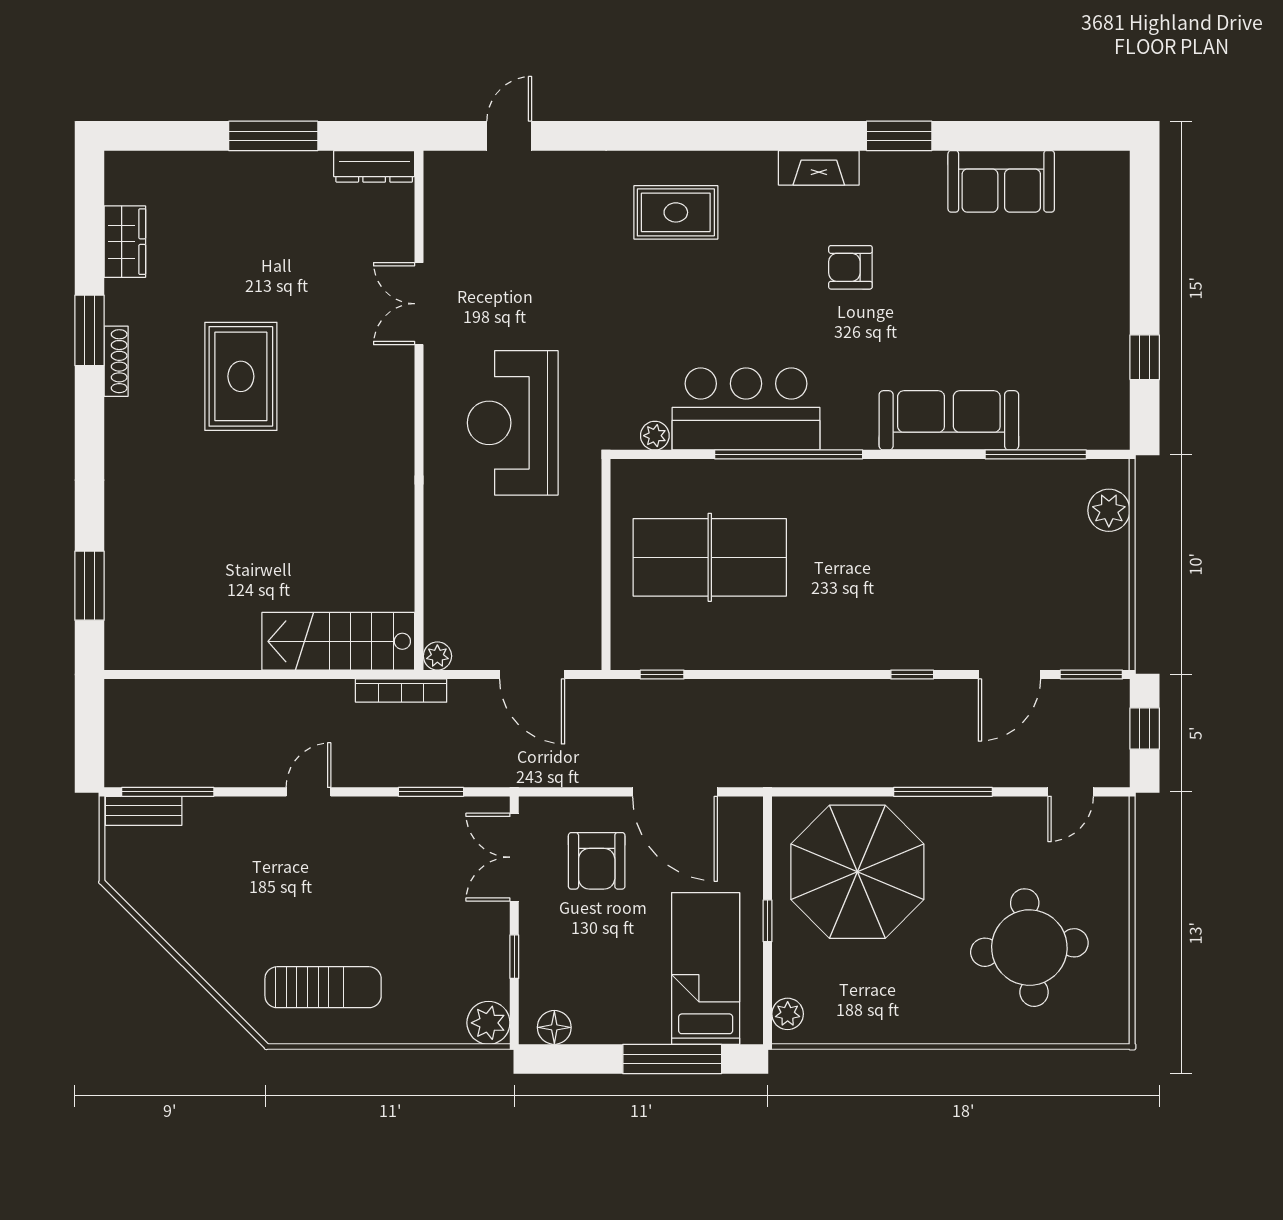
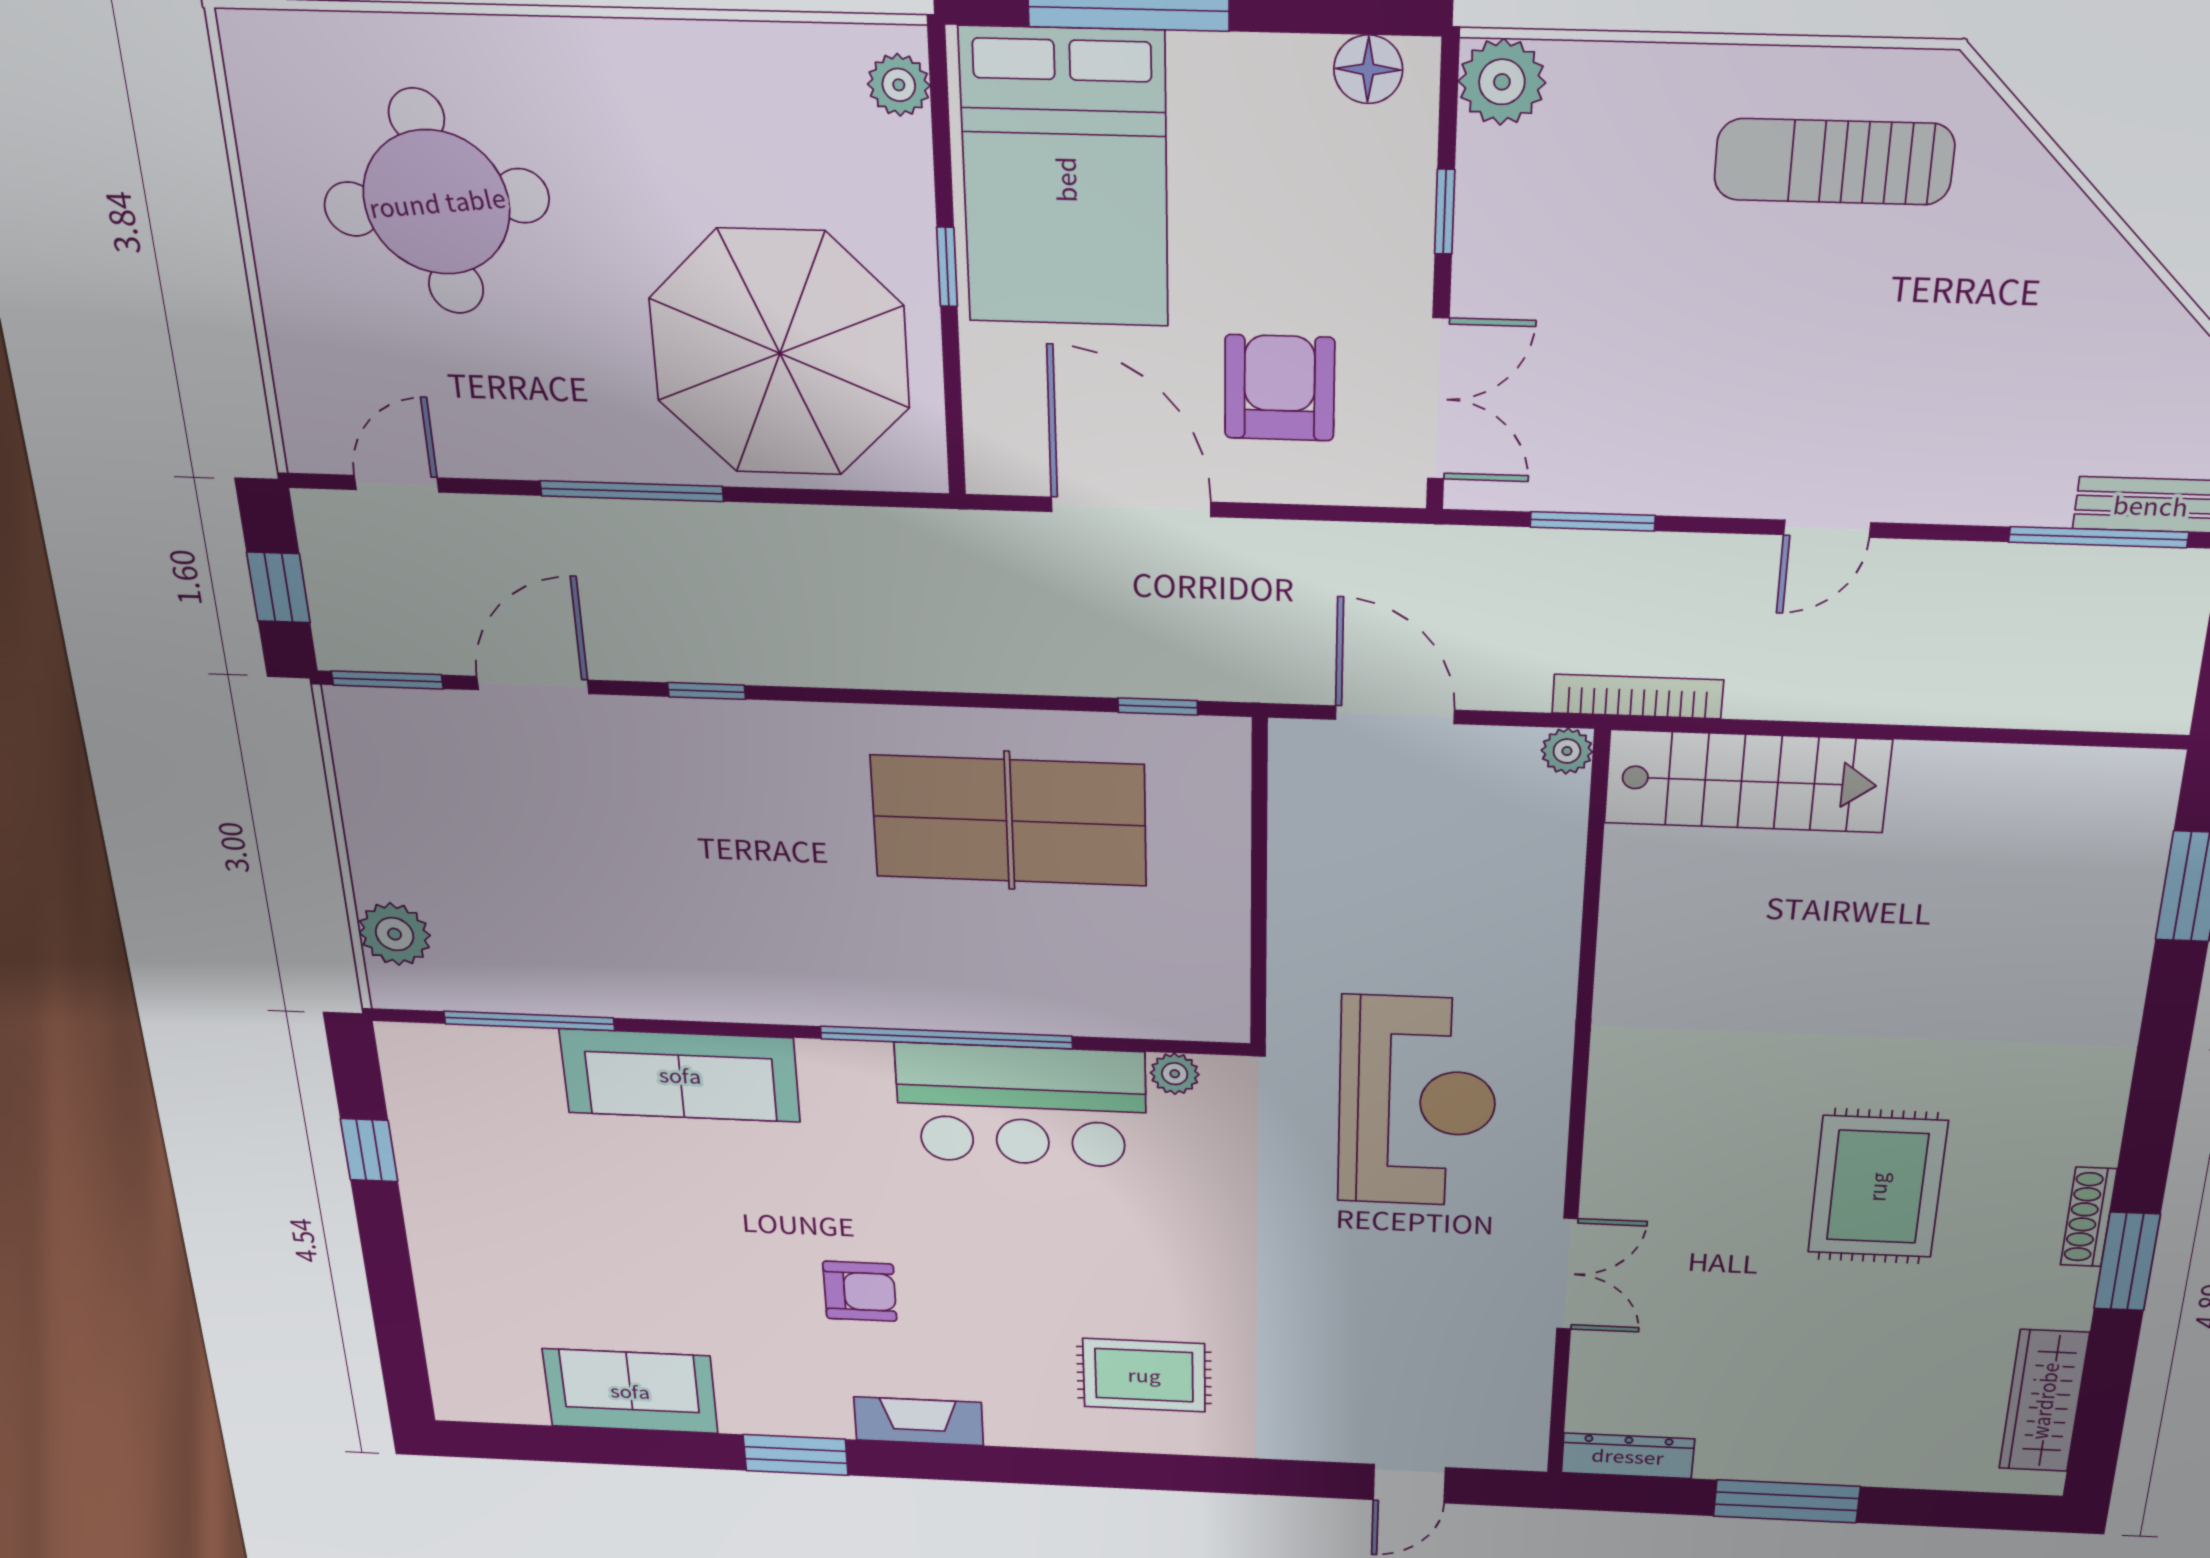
wardrobe: (125, 242) -> (2044, 1401), width x1.50
table tennis table: (710, 557) -> (1009, 821), moved
bed: (706, 969) -> (1065, 179), width x1.50

